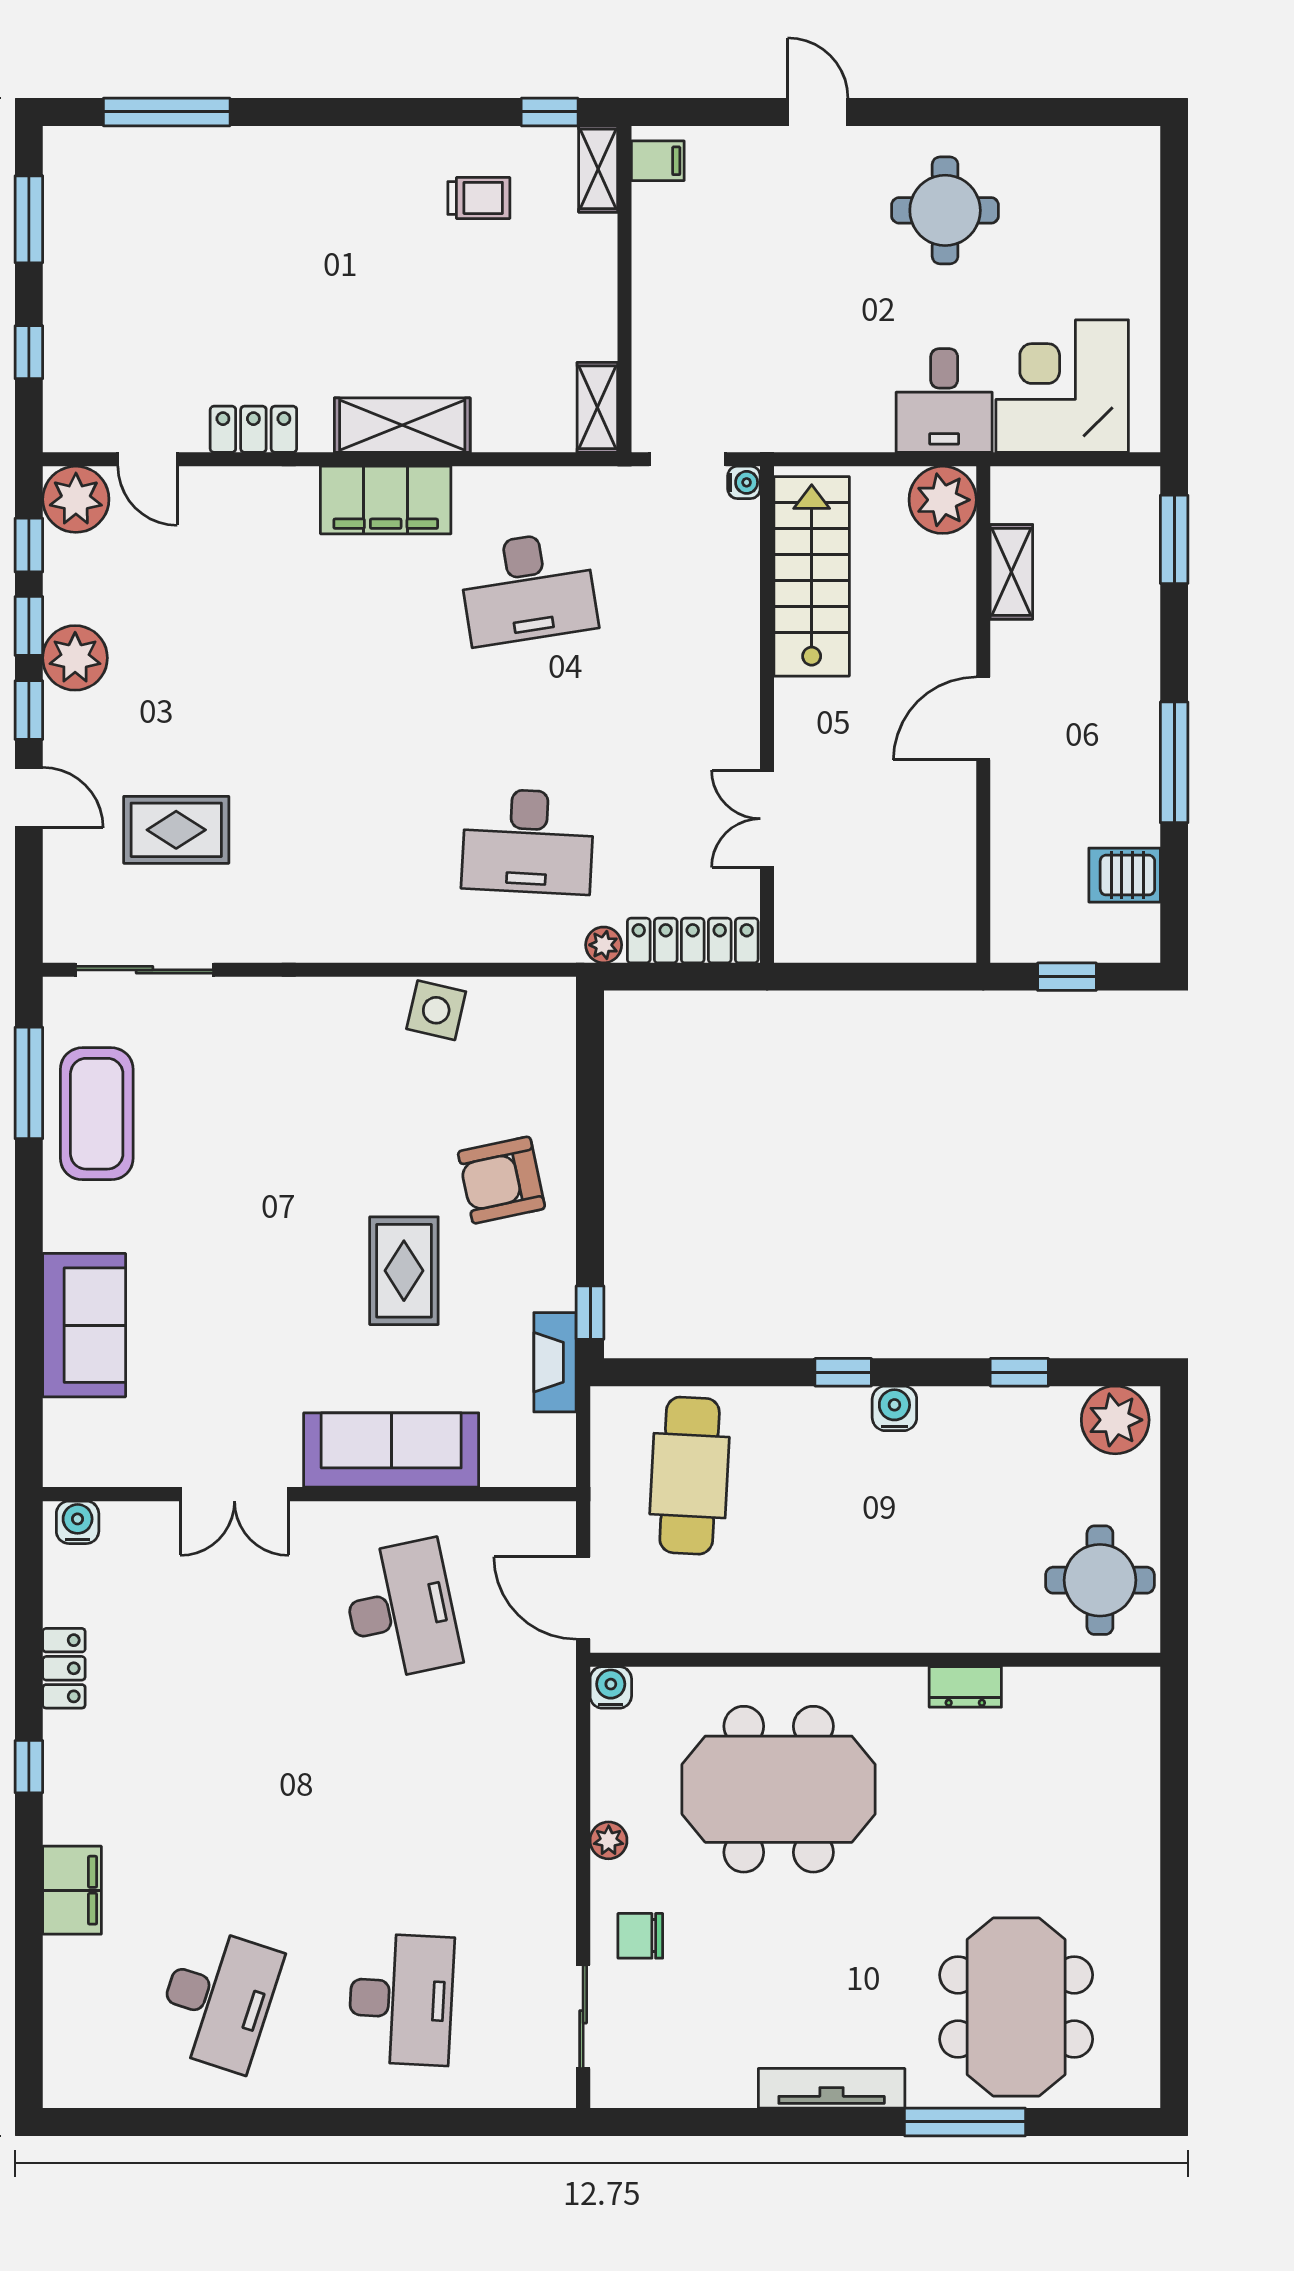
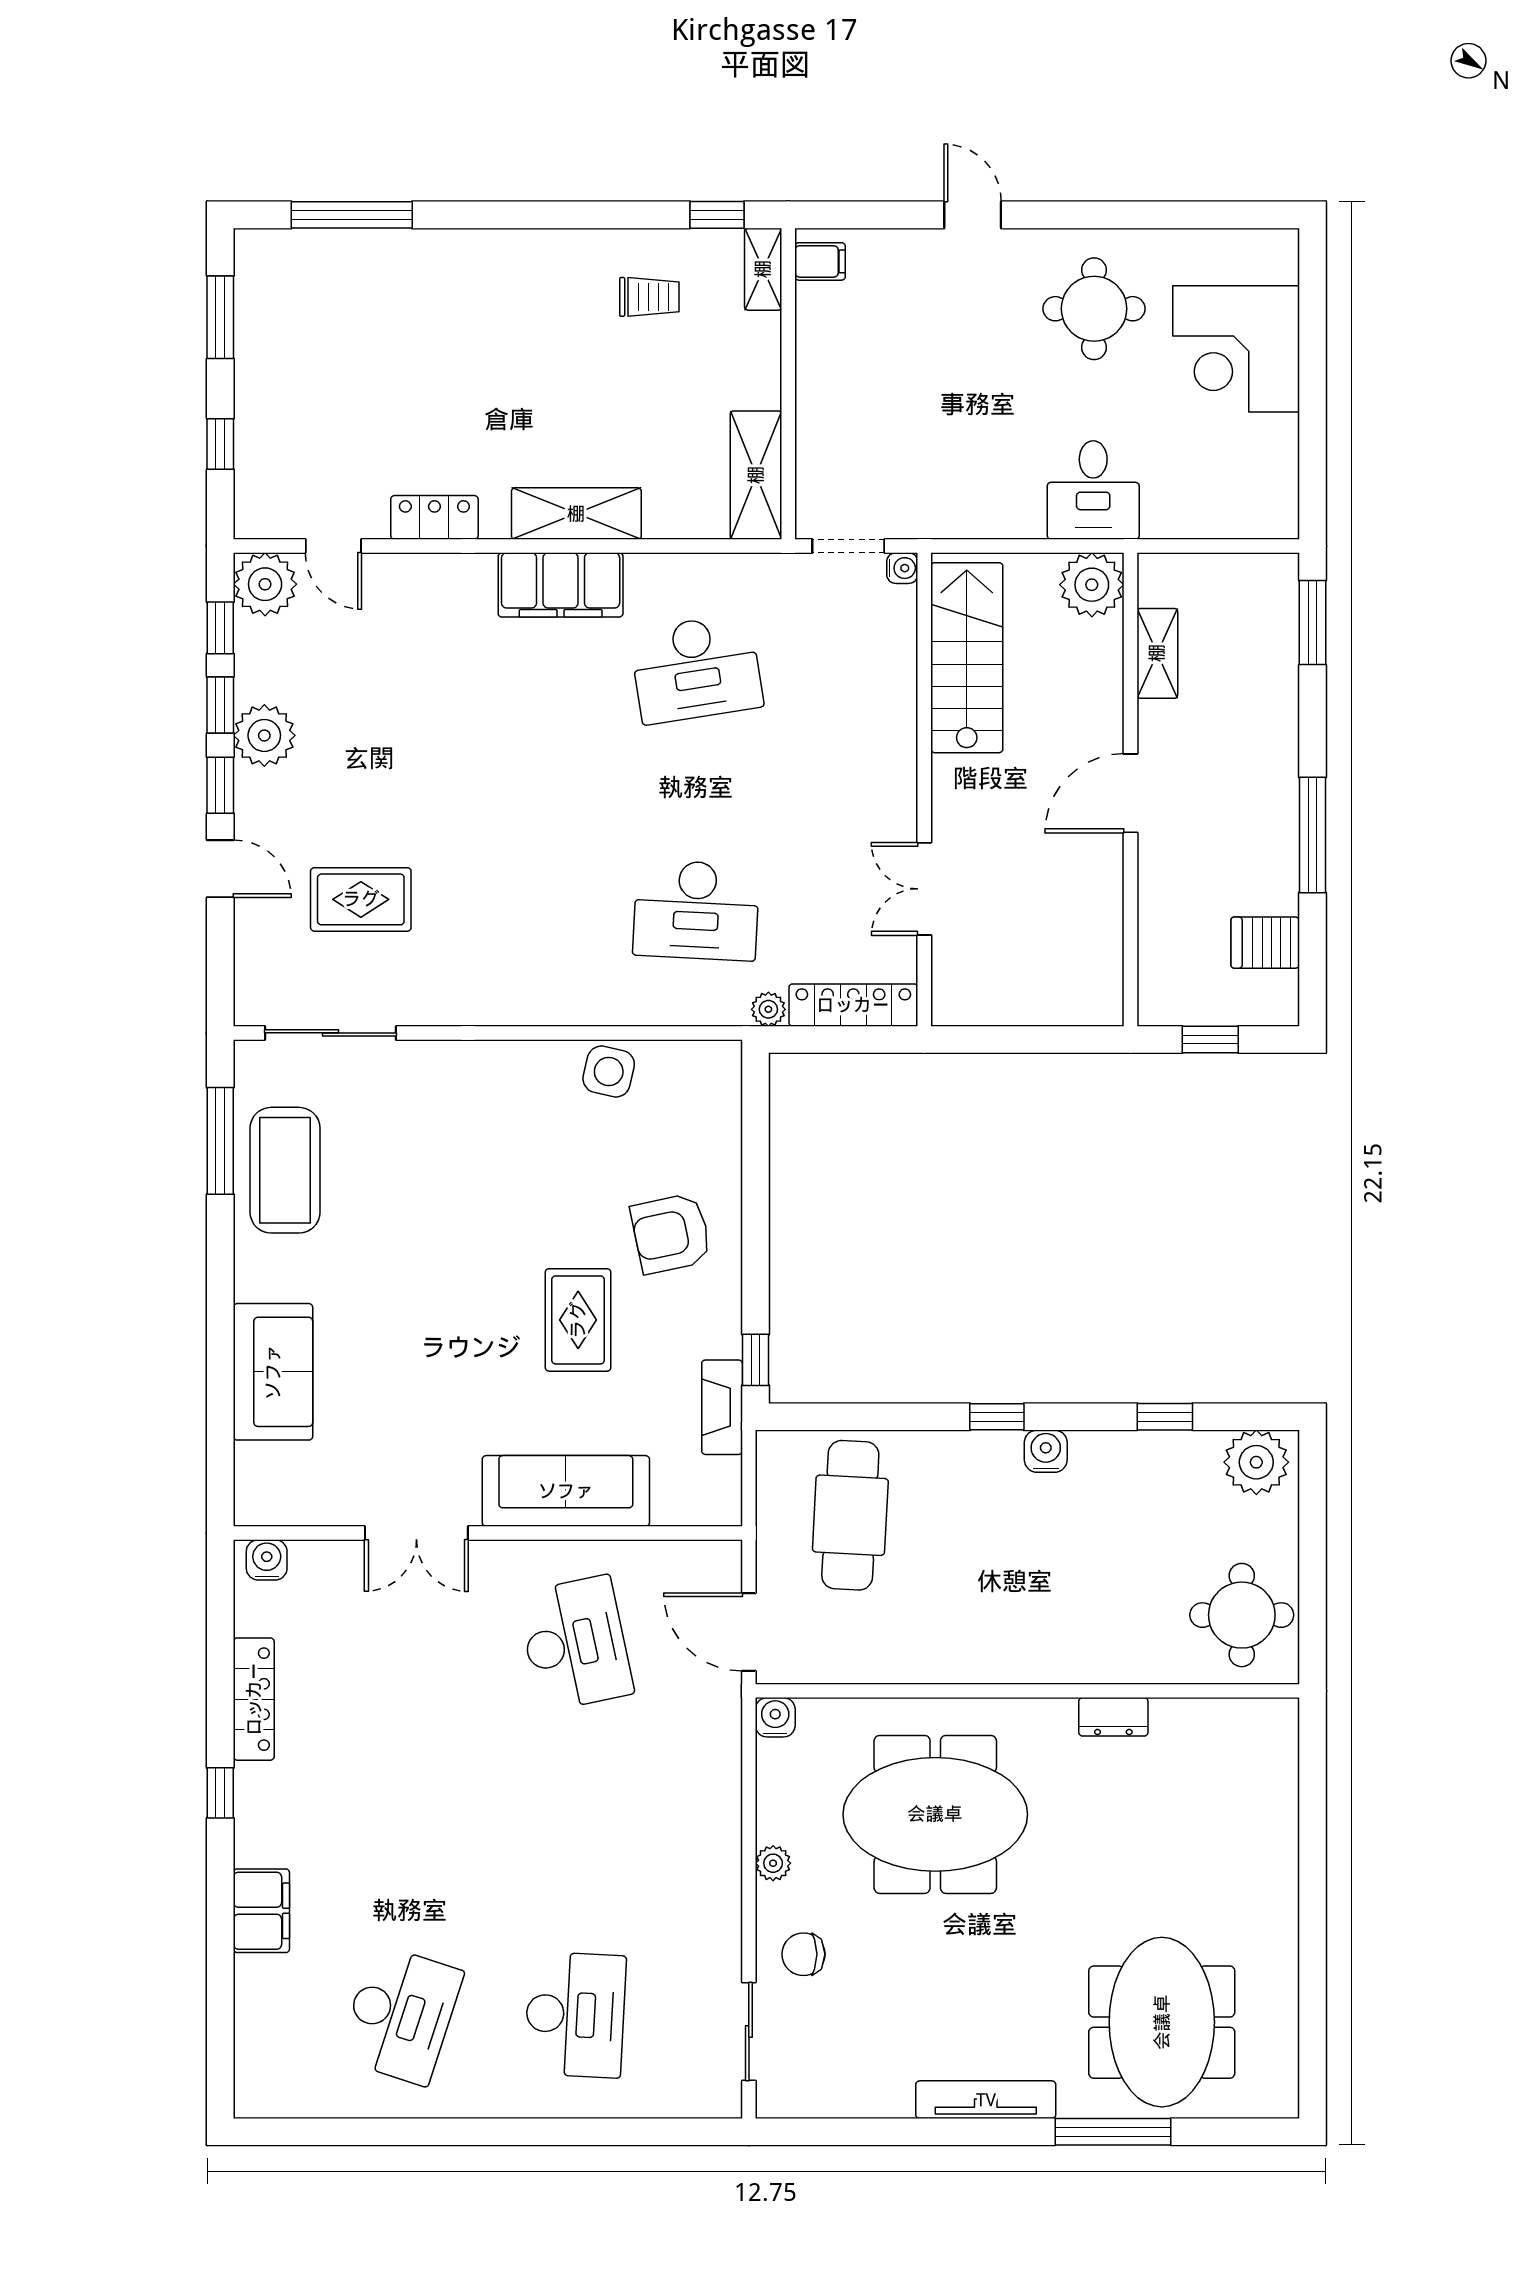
corner desk: (1062, 386) -> (1236, 349), moved, turned -90
shelving: (597, 407) -> (756, 475), width x1.50, depth x1.33
locker: (64, 1668) -> (254, 1699), width x1.53

